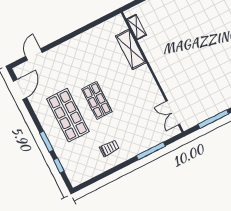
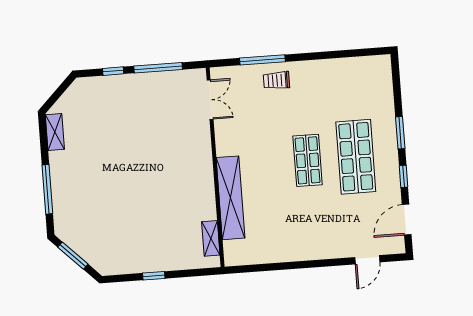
shelving: (131, 49) -> (231, 198), width x1.47
trolley: (109, 148) -> (277, 80), moved
window: (59, 166) -> (403, 176), moved

